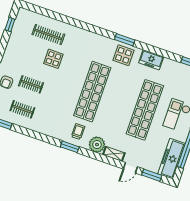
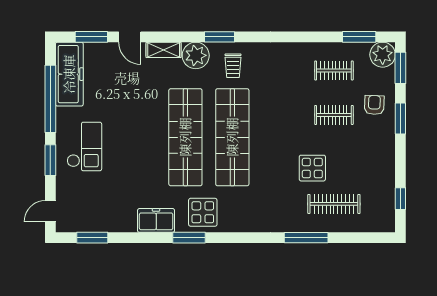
window: (70, 21) -> (306, 238), added
window: (125, 40) -> (189, 238), moved
shop shelf: (145, 110) -> (185, 137), moved
window: (70, 147) -> (219, 37), moved
door: (130, 168) -> (130, 37), swing flipped

